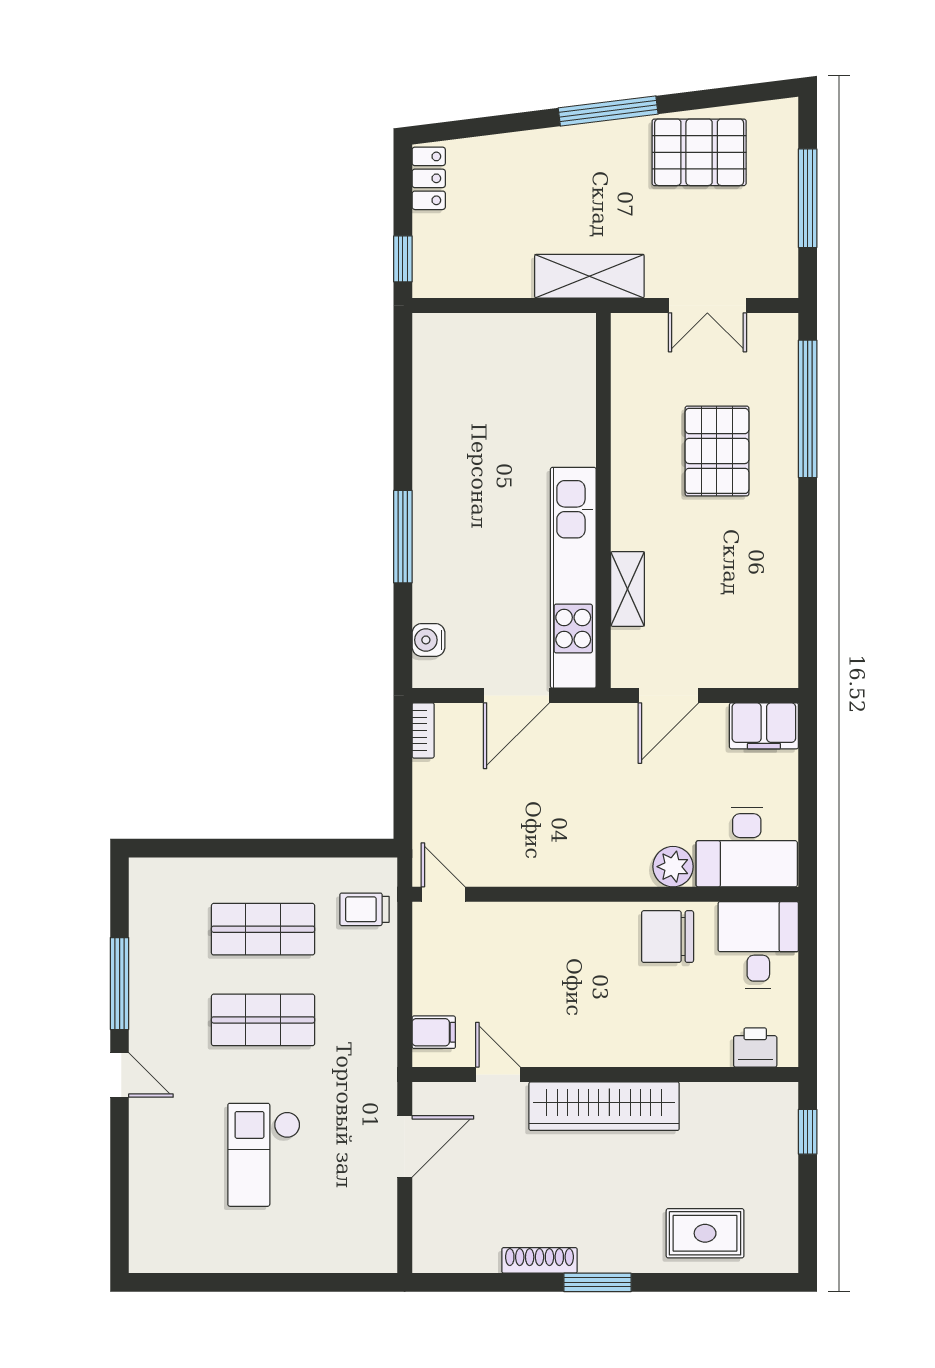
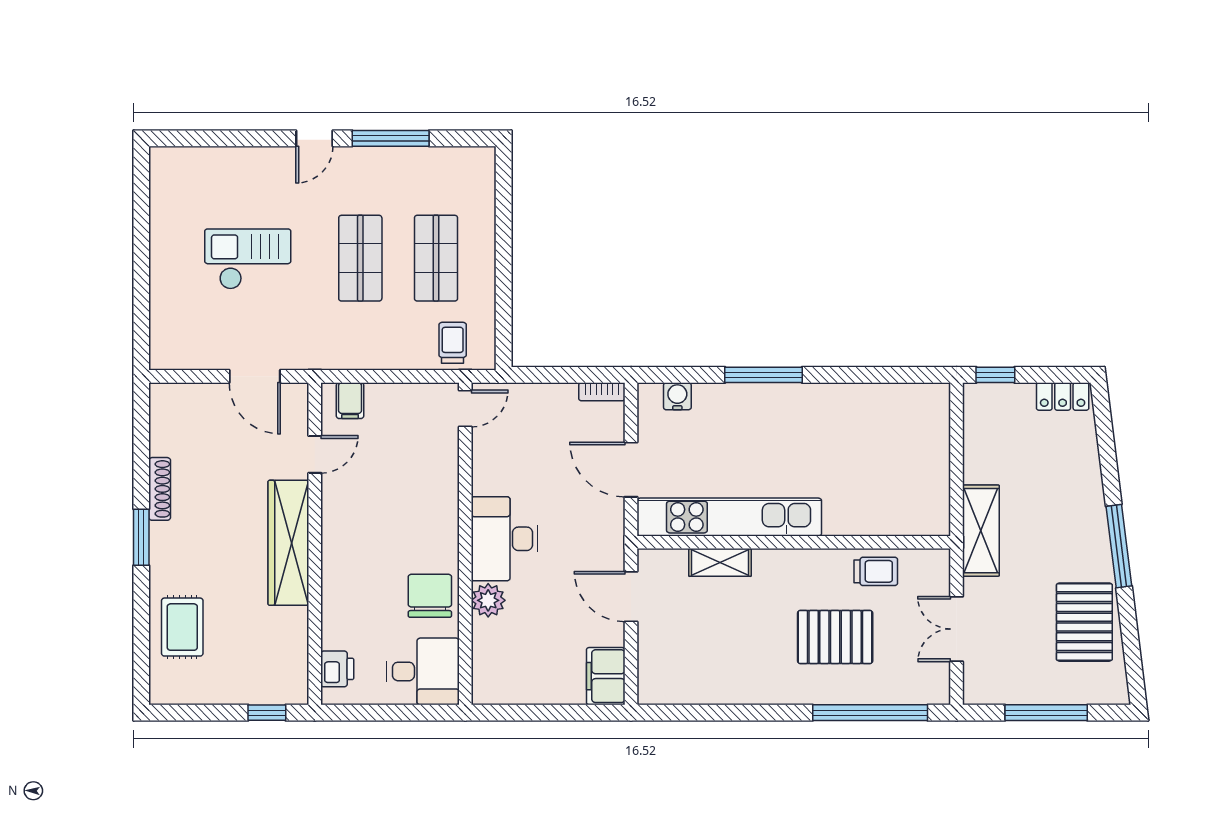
trolley: (638, 402) -> (876, 571), added
desk: (747, 847) -> (505, 539), moved

